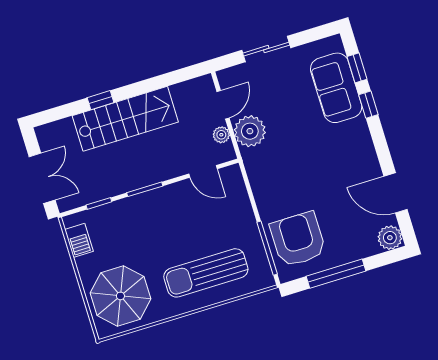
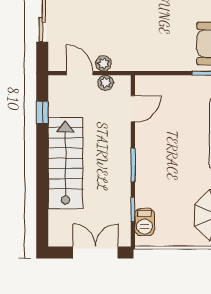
window: (100, 100) -> (42, 112), moved
plant: (250, 131) -> (103, 63), width x0.53, depth x0.53
barbecue: (79, 240) -> (145, 222), moved, turned 90

